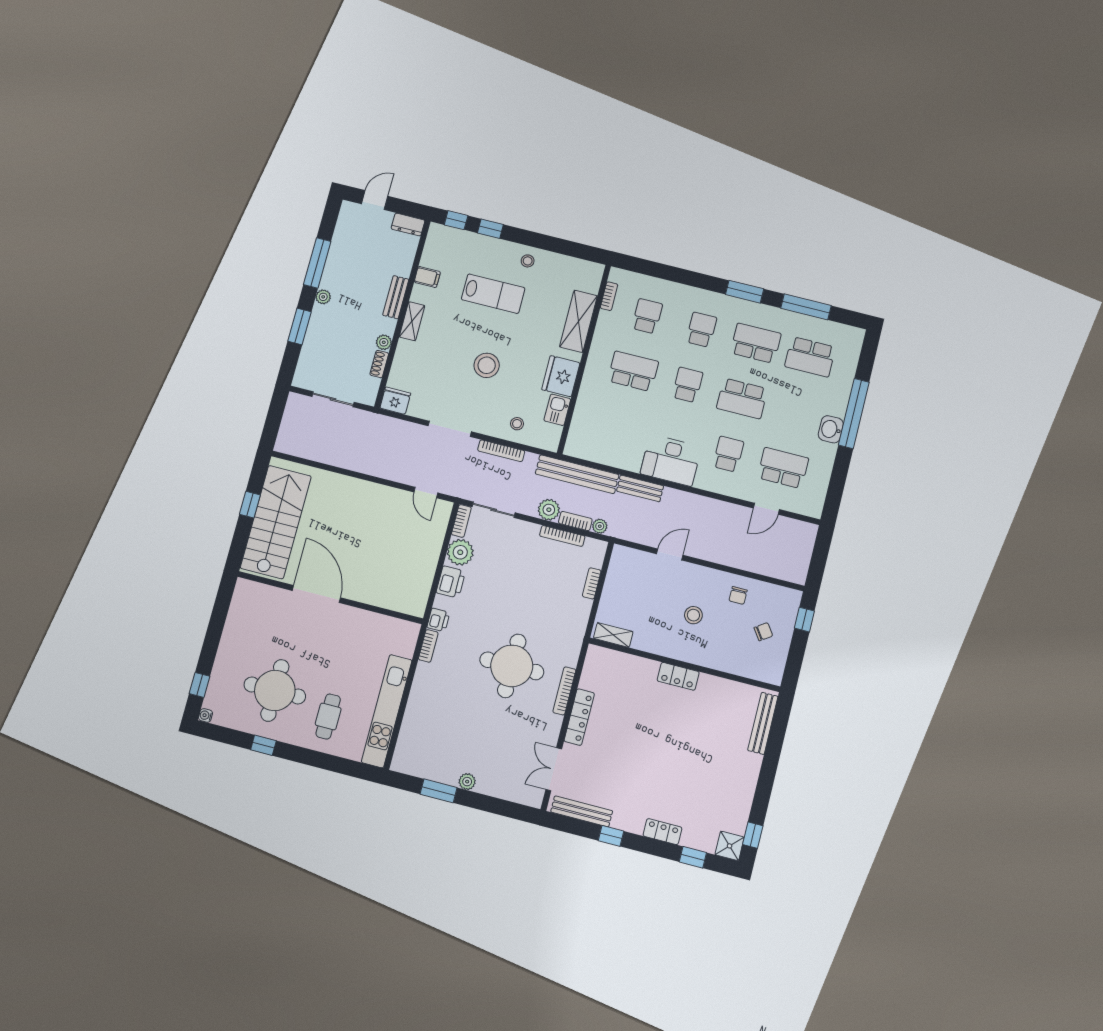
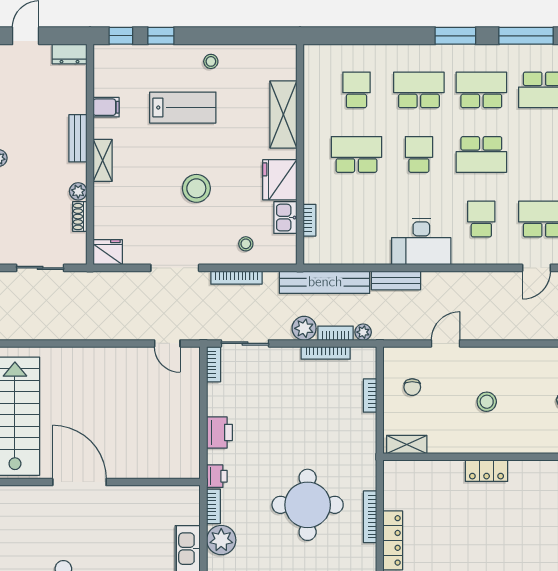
bookcase: (609, 296) -> (309, 220), moved
school desk: (701, 330) -> (419, 90), width x1.85
plant: (460, 552) -> (221, 540), moved
chair: (738, 595) -> (412, 387), moved

